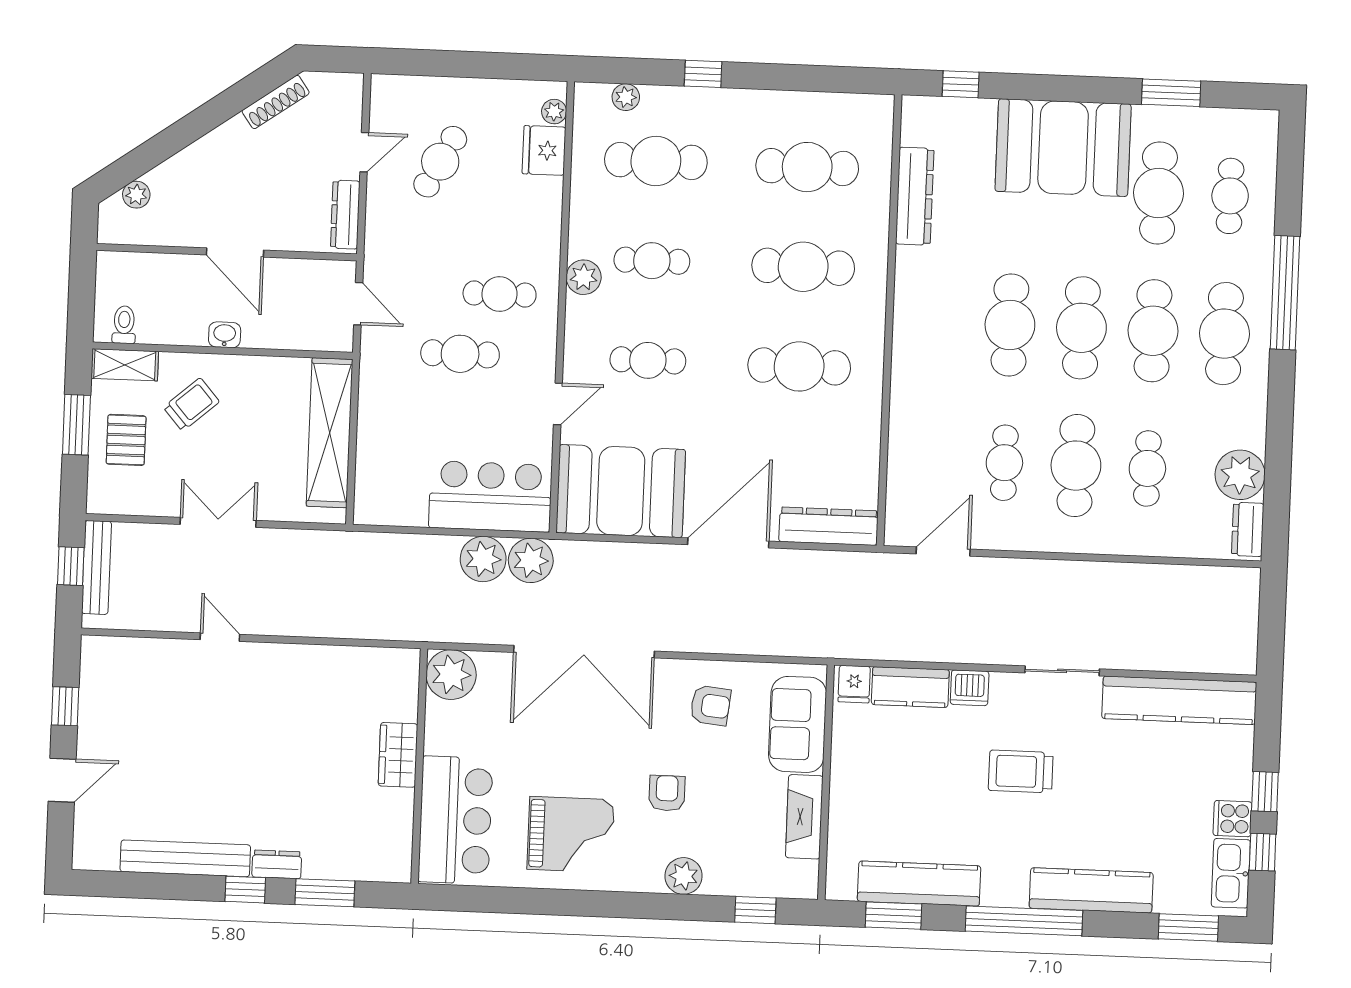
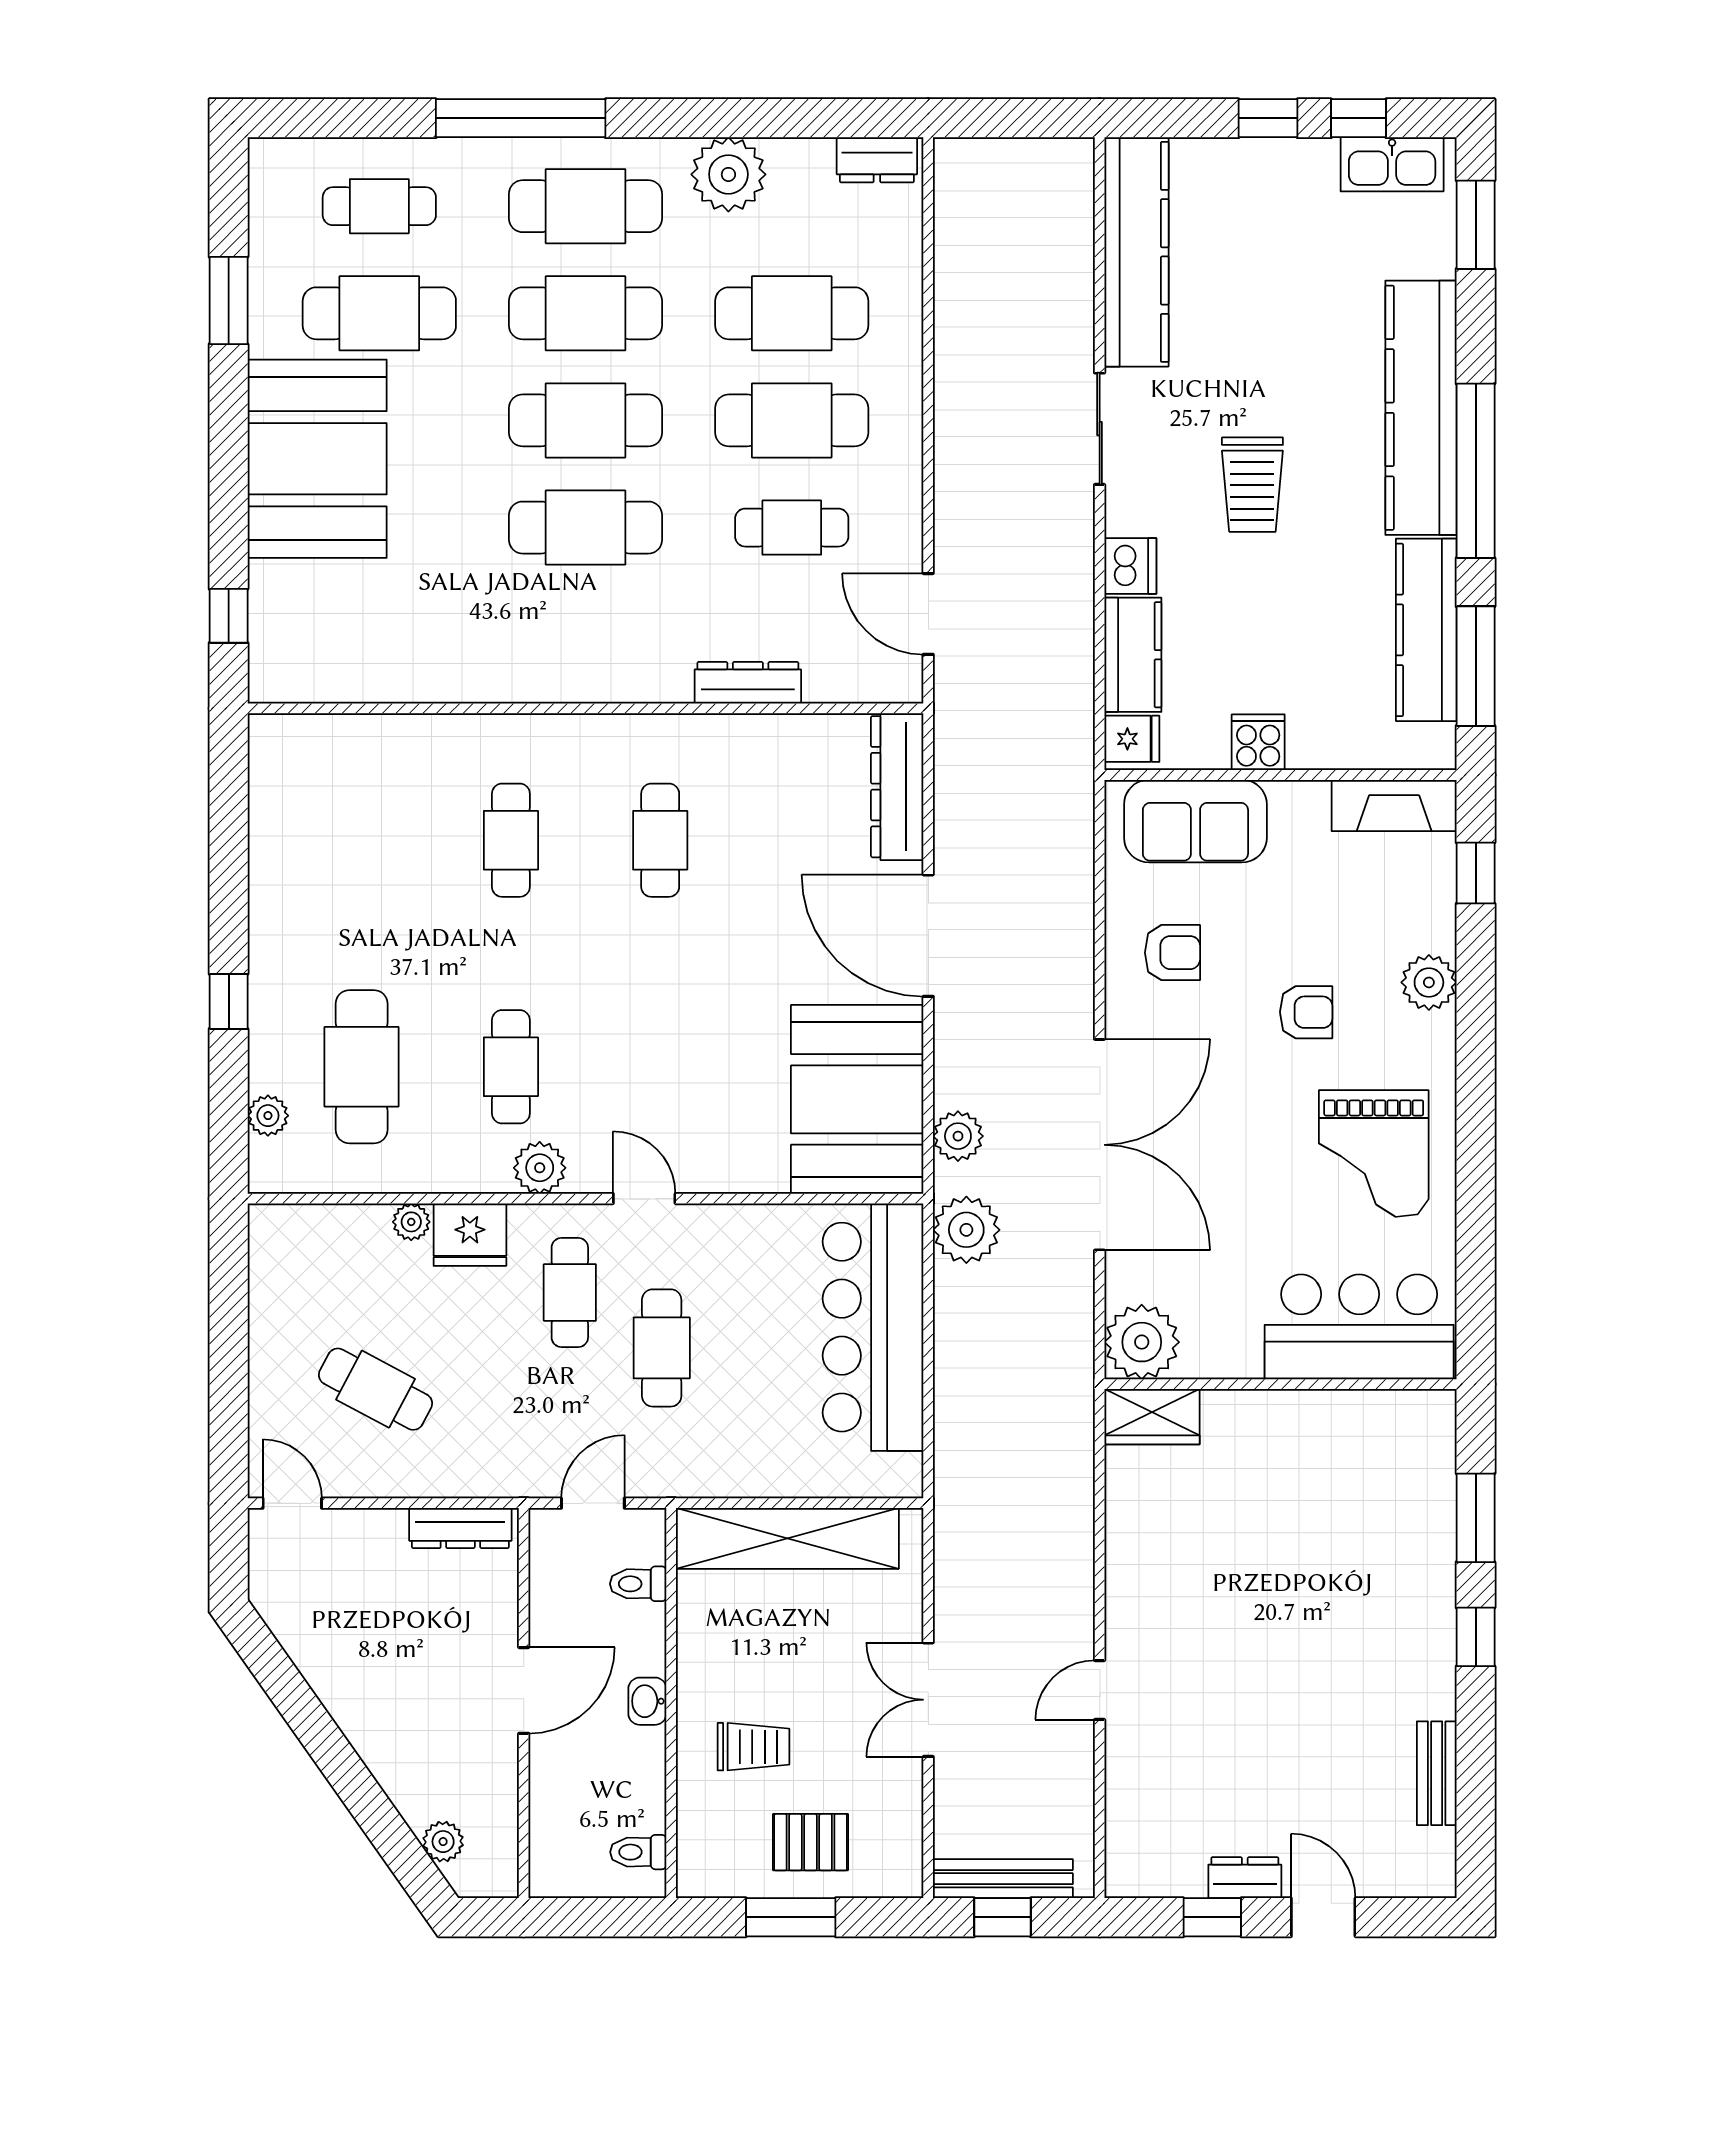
shoe rack: (276, 102) -> (296, 1639), removed
plant: (554, 112) -> (411, 1222), moved
fridge: (544, 150) -> (470, 1235), moved
door: (364, 152) -> (292, 1503), moved
cafe table: (807, 167) -> (362, 840), removed
dresser: (915, 196) -> (748, 683), moved, width x0.73, depth x0.80
cafe table: (803, 267) -> (511, 840), width x0.73, depth x0.74
toilet: (303, 332) -> (638, 1584), added
cafe table: (648, 360) -> (660, 1067), removed
shelving: (125, 365) -> (698, 1849), removed
cafe table: (799, 366) -> (660, 840), width x0.73, depth x0.74
trolley: (191, 404) -> (753, 1747), turned 131
door: (558, 404) -> (644, 1199), moved
cafe table: (1147, 468) -> (792, 313), width x1.37, depth x1.35
plant: (1240, 475) -> (728, 174), moved
bar counter: (490, 496) -> (873, 1327), width x1.36
plant: (483, 559) -> (958, 1136), moved, width x0.73, depth x0.73
armchair: (710, 706) -> (1172, 953), turned 84
wardrobe: (398, 755) -> (1152, 1417), moved
armchair: (667, 793) -> (1306, 1012), turned 180
fireplace: (804, 817) -> (1394, 805), moved
cooker: (1232, 819) -> (1258, 742), moved, turned 180
grand piano: (571, 835) -> (1374, 1154), turned 180
bench: (185, 858) -> (1437, 1773), width x0.54, depth x0.82
dresser: (277, 864) -> (1245, 1878), moved, turned 90
kitchen counter: (1091, 890) -> (1421, 408), width x1.39, depth x1.17
window: (894, 916) -> (1476, 666), width x1.44

